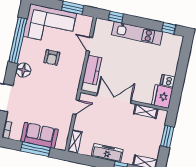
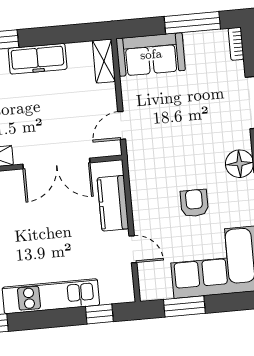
sofa: (39, 135) -> (151, 54), moved
window: (35, 149) -> (192, 23), moved

